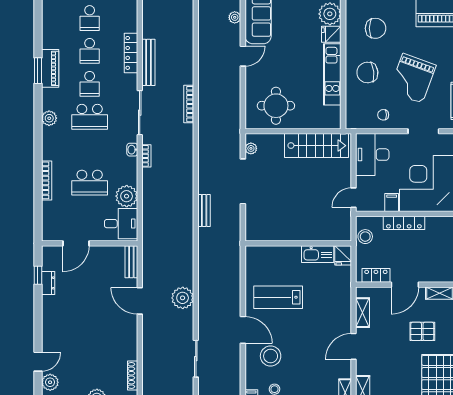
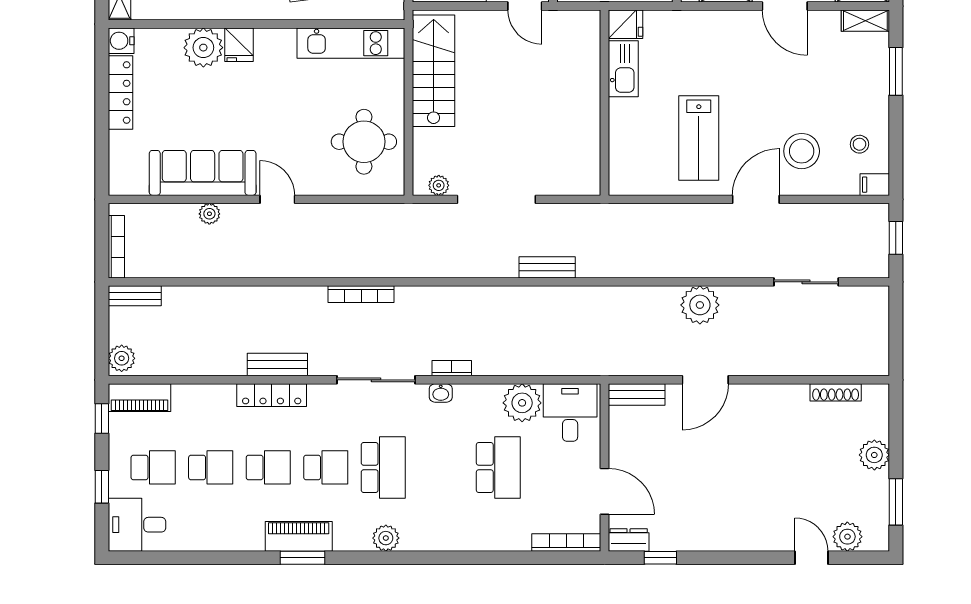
bench: (148, 62) -> (277, 365), width x0.73
kitchen unit: (332, 74) -> (351, 43), moved
bookcase: (47, 180) -> (566, 542), moved
dresser: (48, 283) -> (629, 540), moved

